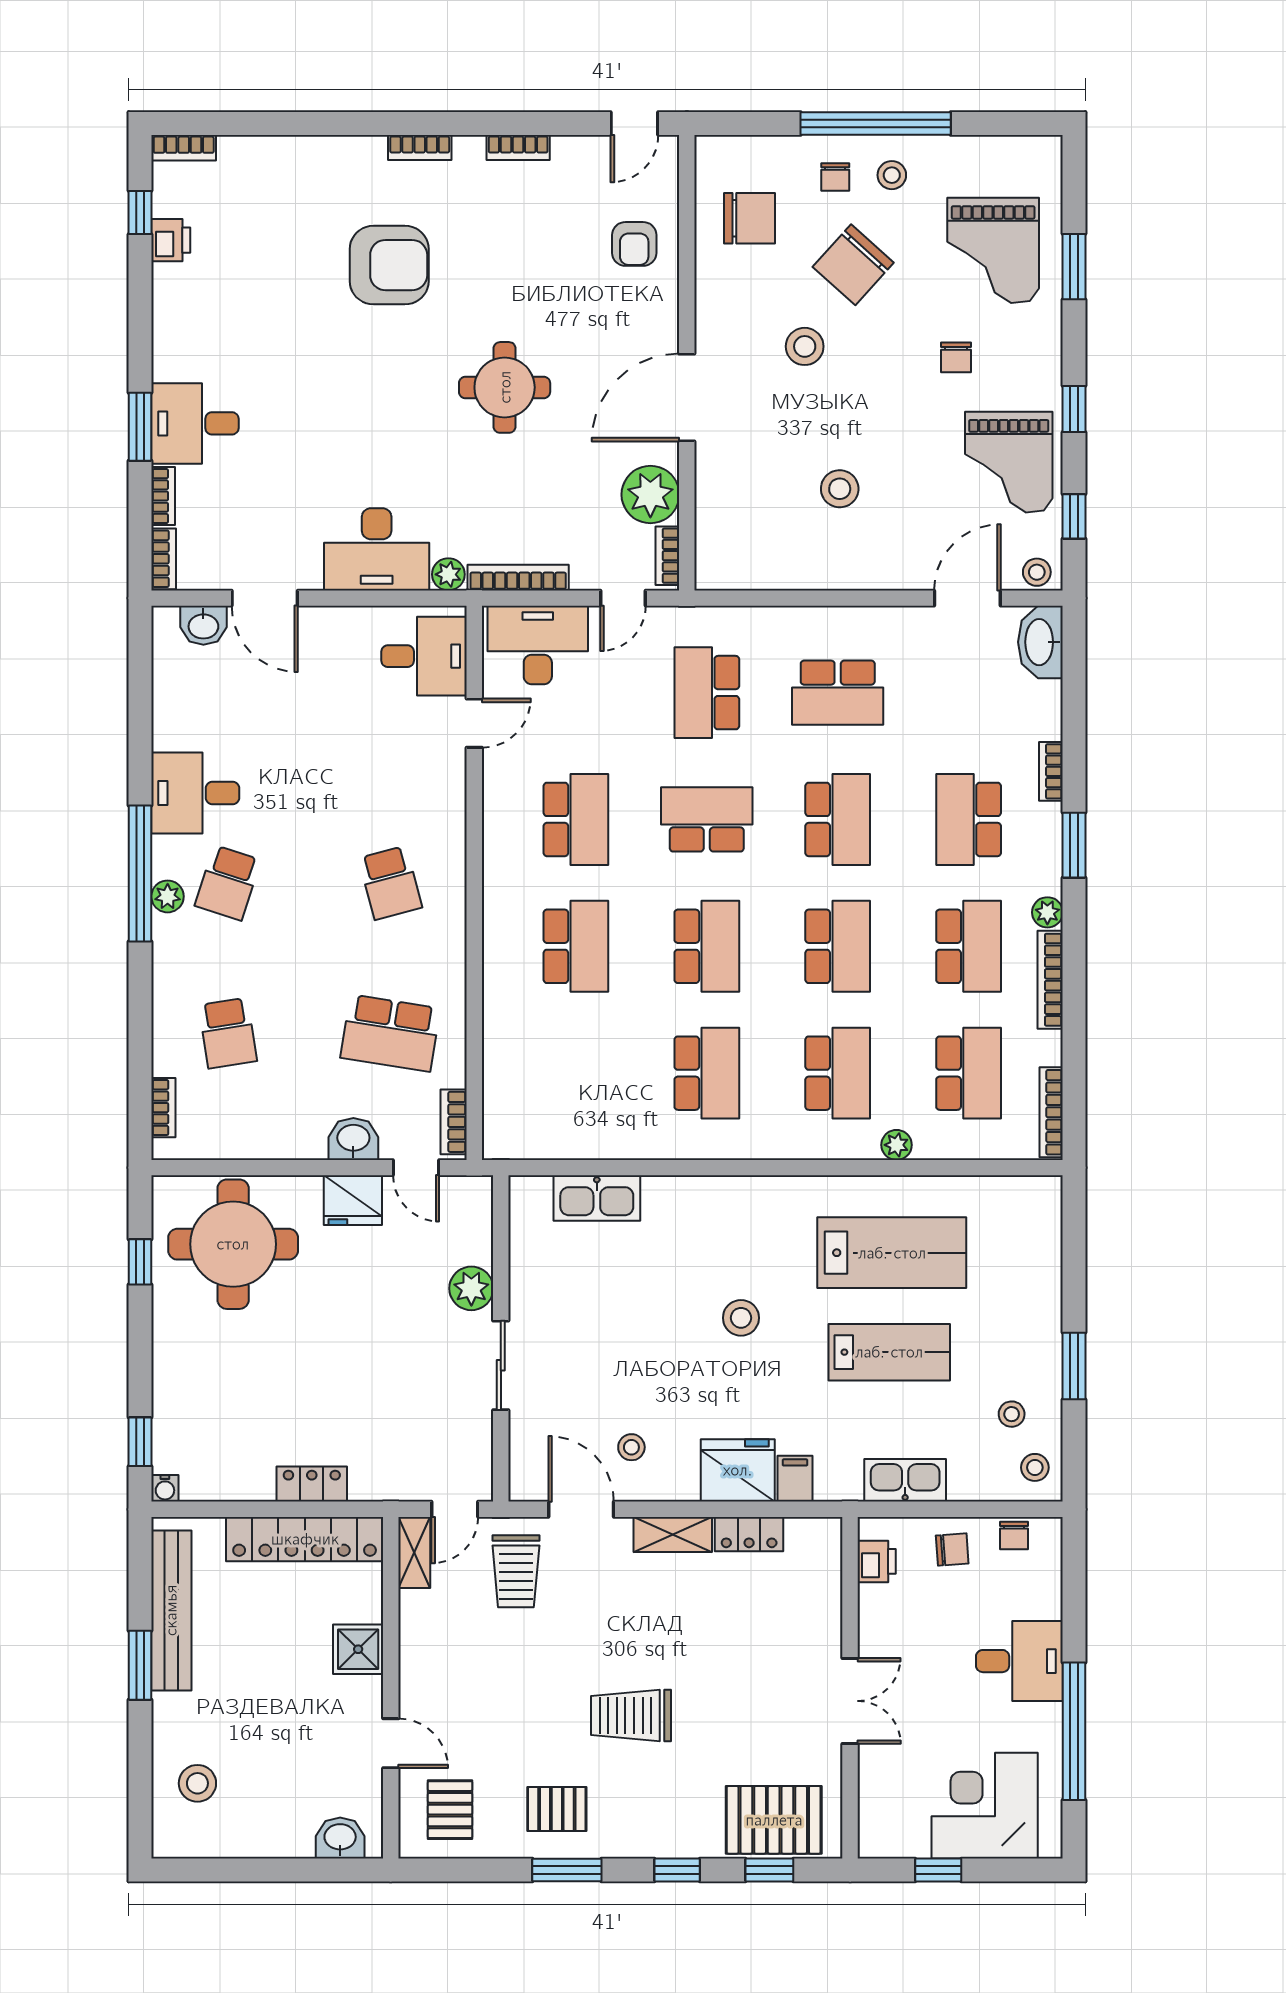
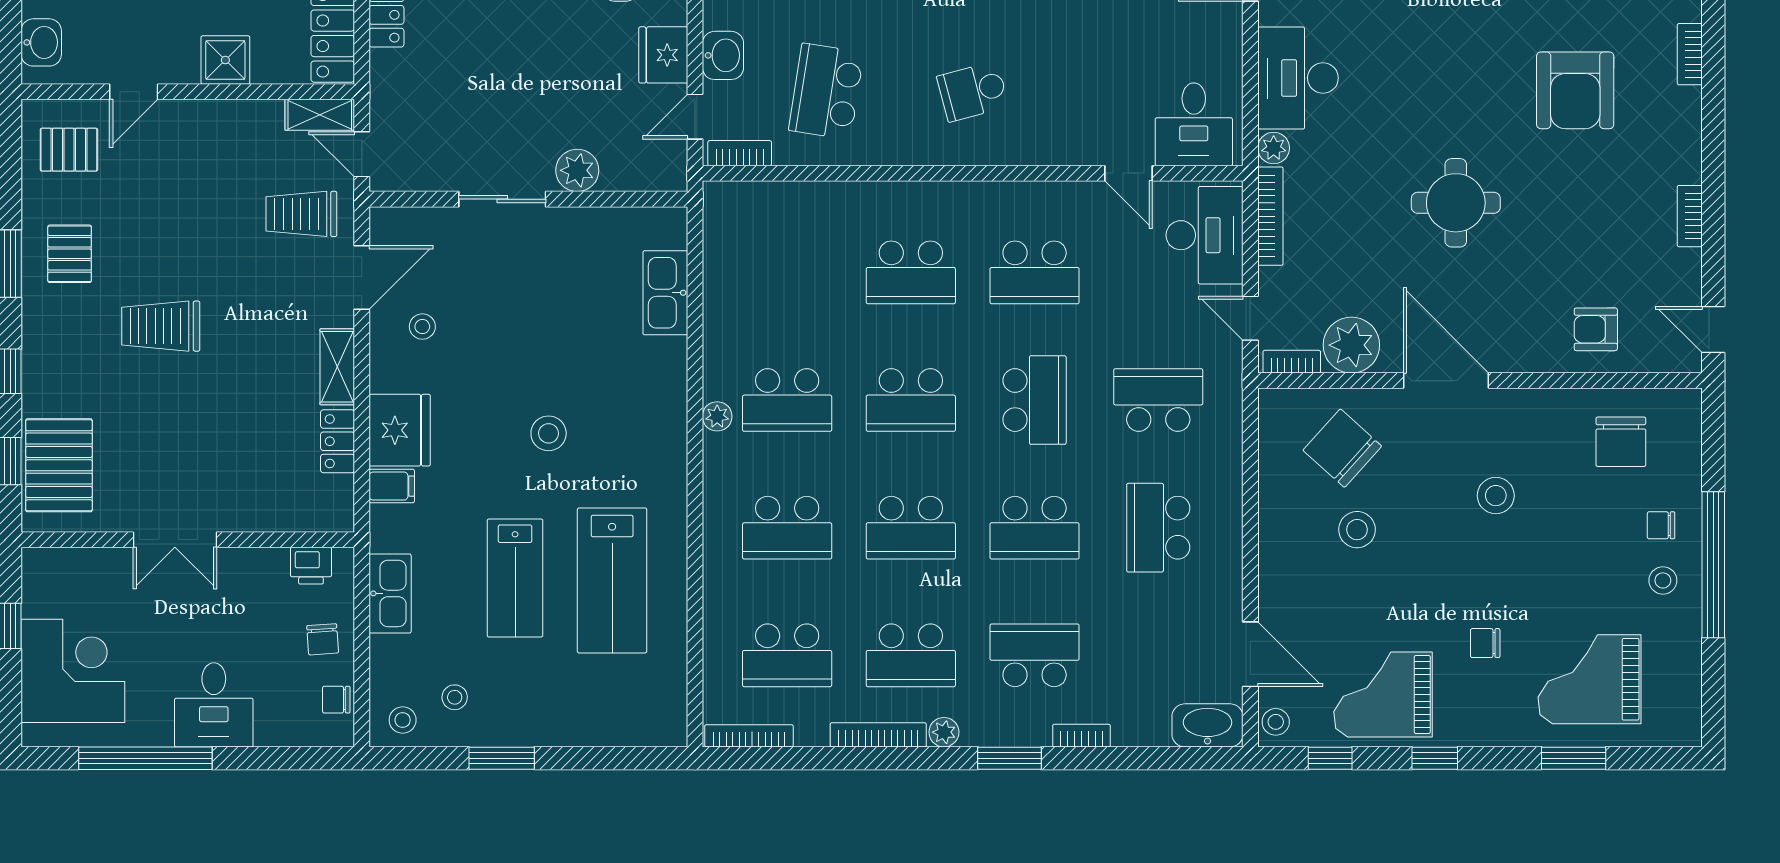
bookcase: (420, 148) -> (1690, 54), moved
chair: (853, 265) -> (1342, 448), moved
plant: (897, 1145) -> (717, 416), moved
trolley: (631, 1716) -> (161, 326), turned -90

